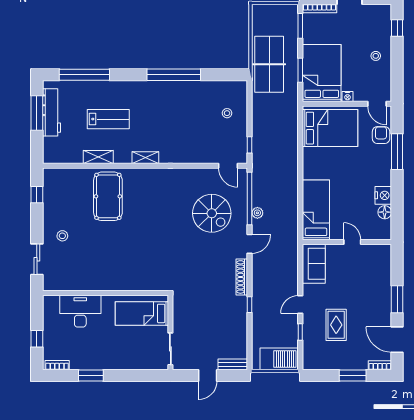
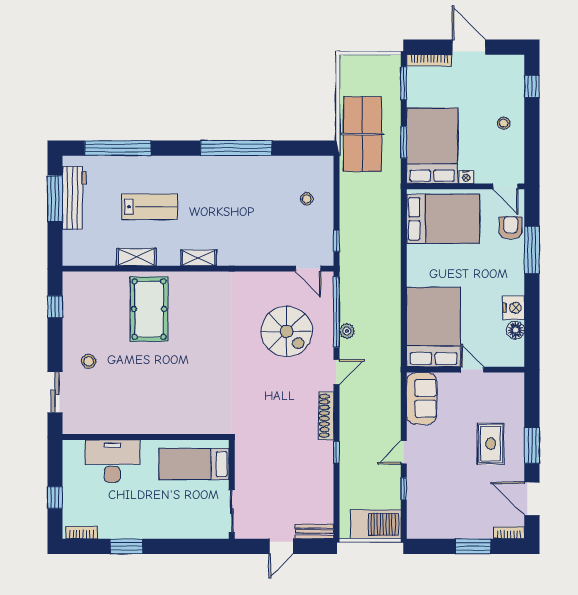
bed: (316, 210) -> (433, 327), width x1.50
rug: (336, 325) -> (491, 444), moved

